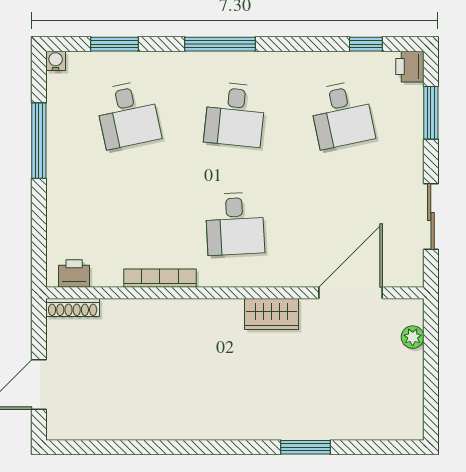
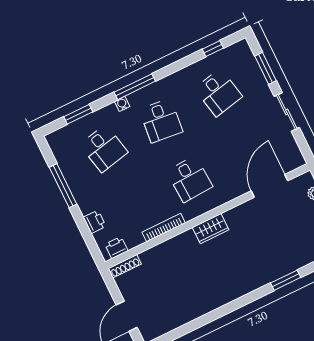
water cooler: (56, 61) -> (122, 104), moved
printer: (410, 67) -> (95, 222), moved, turned 180
sliding door: (431, 217) -> (287, 112), moved
wardrobe: (271, 314) -> (211, 229), moved

